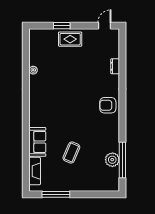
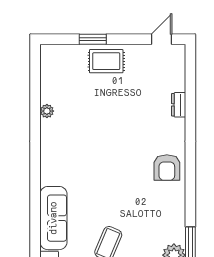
armchair: (108, 105) -> (167, 168), turned -90
sofa: (37, 142) -> (53, 218), width x1.36

